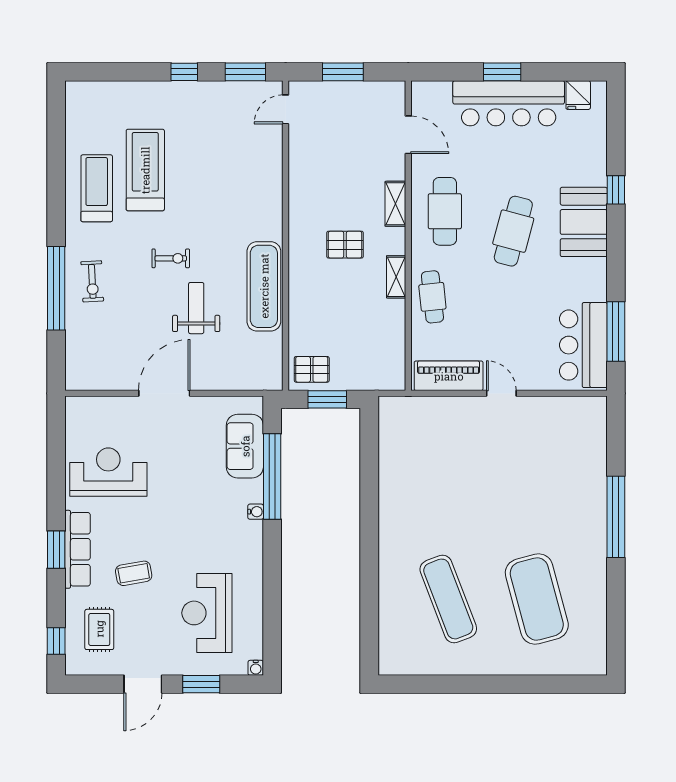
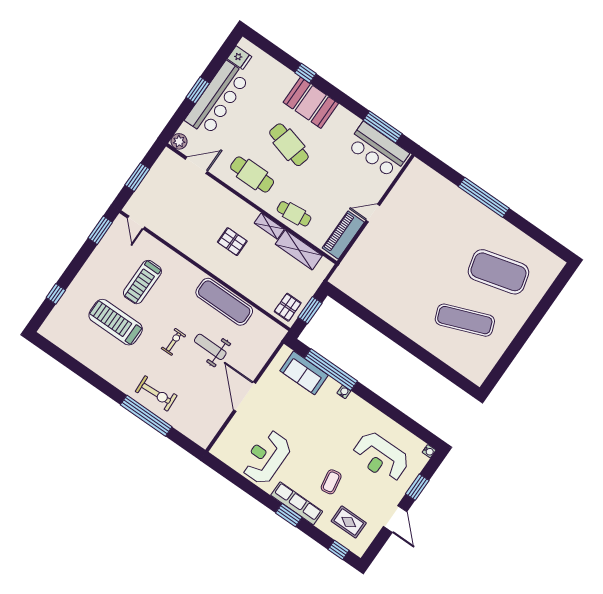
window: (184, 72) -> (56, 294), moved
plant: (423, 93) -> (179, 141), added
treadmill: (97, 188) -> (142, 282), moved, turned -90
shelving: (395, 204) -> (299, 250), moved, width x1.50, depth x1.33
pallet: (345, 245) -> (232, 242), turned 90
exercise bike: (92, 281) -> (156, 393), width x1.38, depth x1.39

